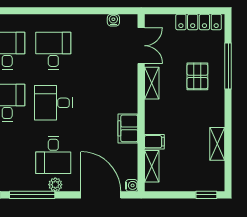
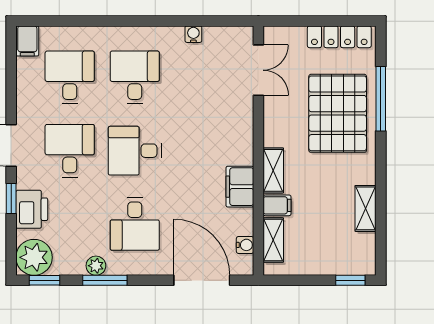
water cooler: (113, 20) -> (193, 34), moved
pallet: (197, 76) -> (338, 113), width x2.05, depth x2.00
shelving: (152, 83) -> (273, 170), moved
plant: (55, 185) -> (96, 266), moved
water cooler: (132, 185) -> (245, 245), moved
window: (32, 195) -> (105, 280), width x0.69

